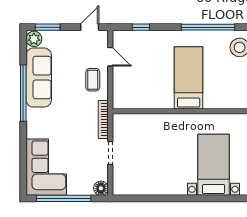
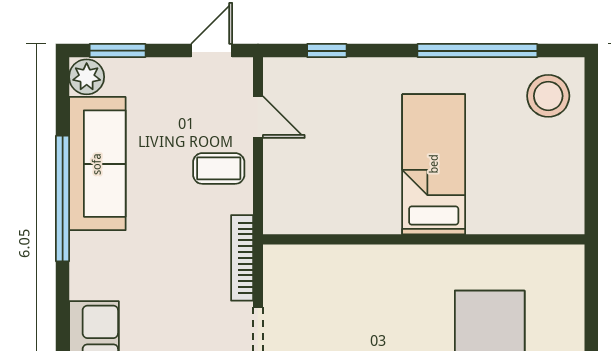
coffee table: (93, 80) -> (219, 168), turned 90

